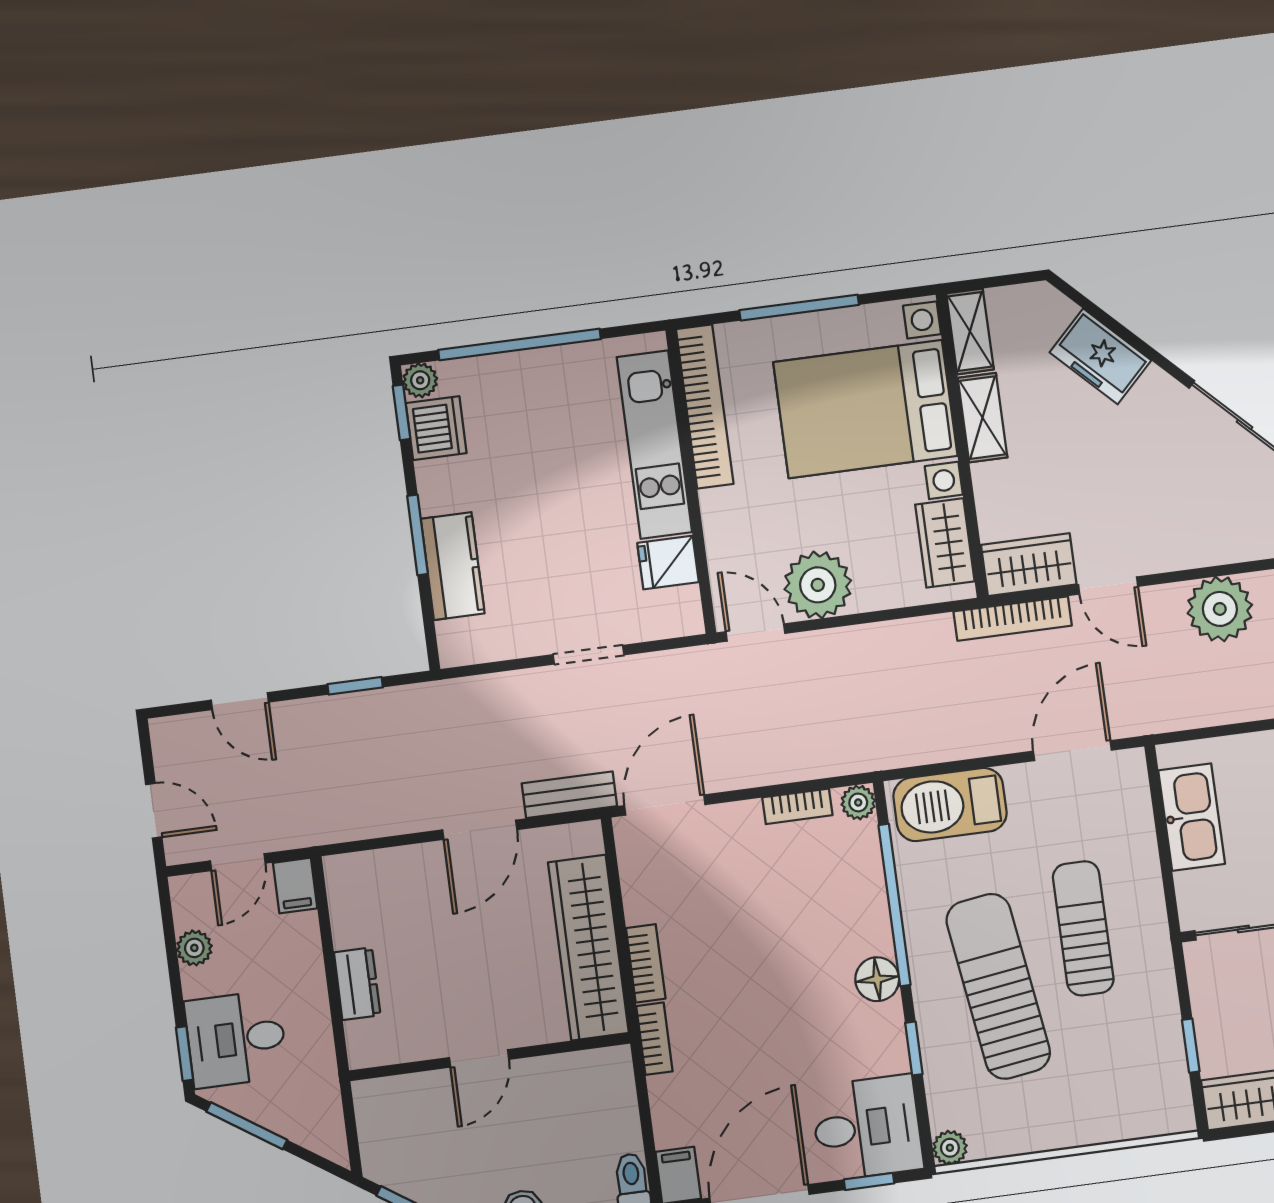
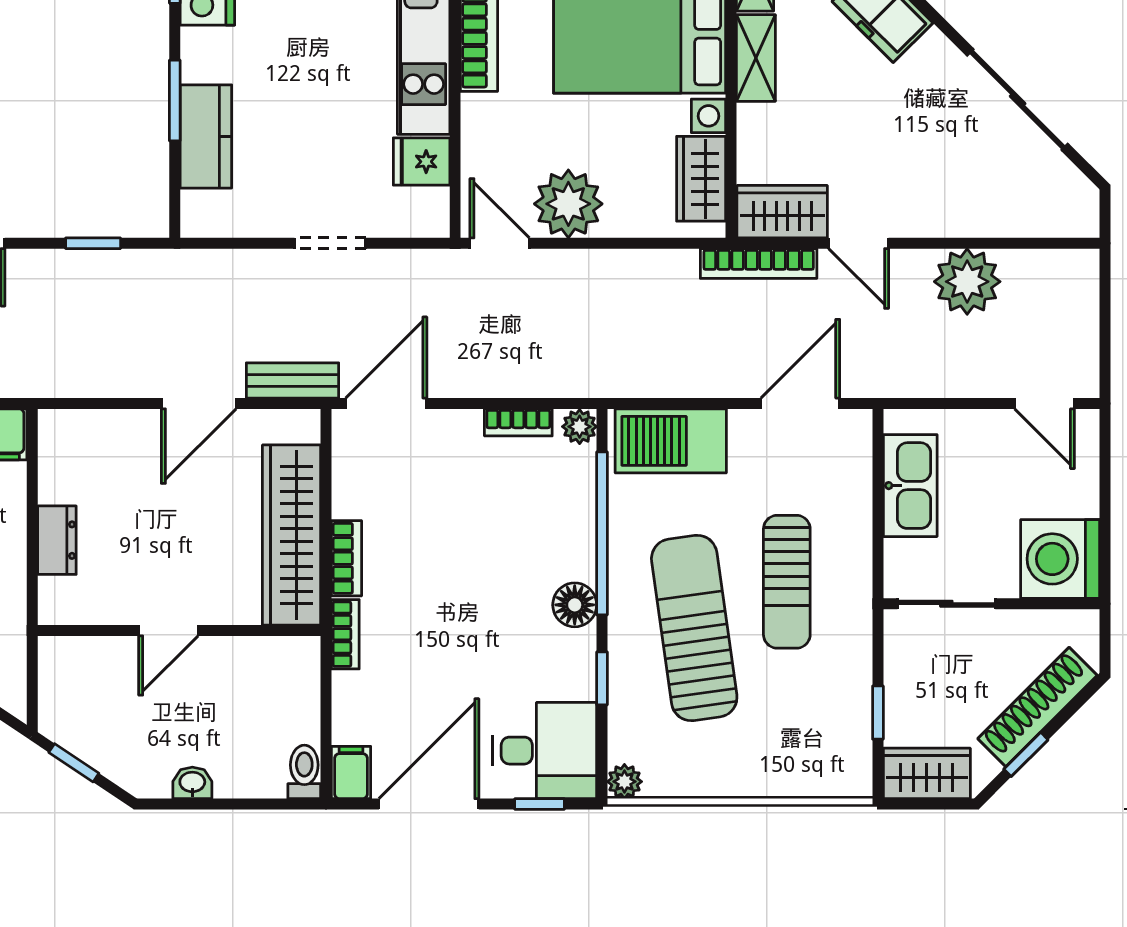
sun lounger: (1083, 928) -> (787, 582), turned 180

